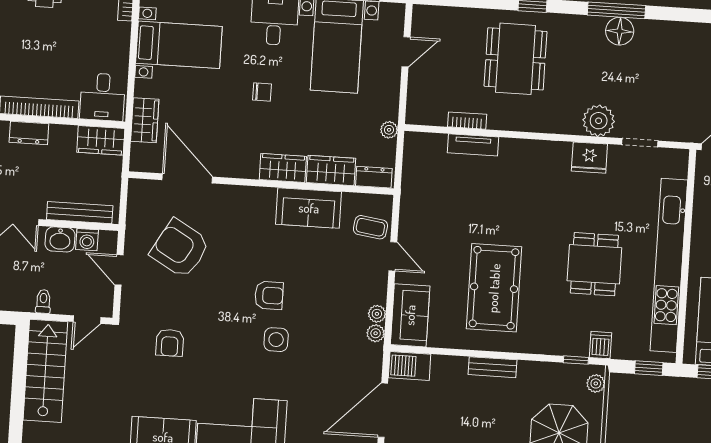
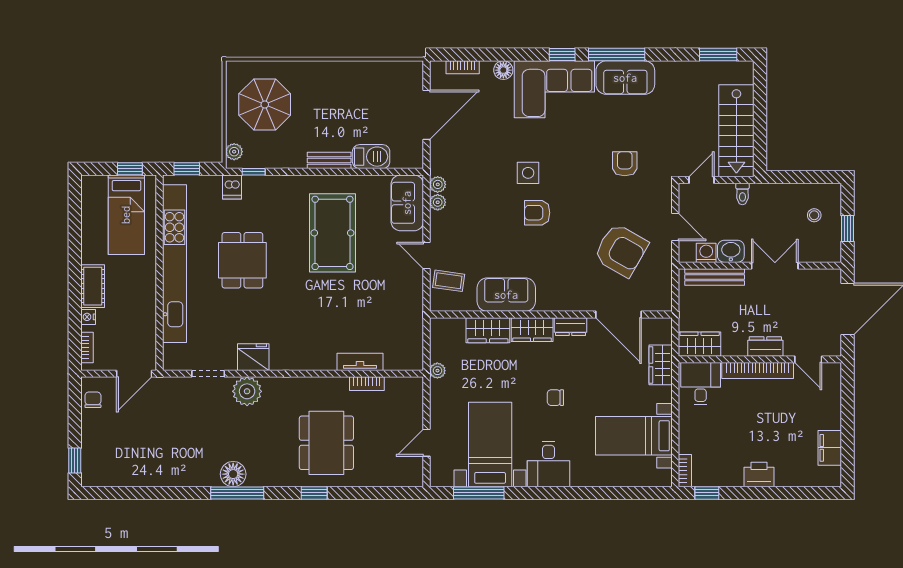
dresser: (374, 177) -> (571, 327), moved
barbecue: (410, 366) -> (371, 157), moved

